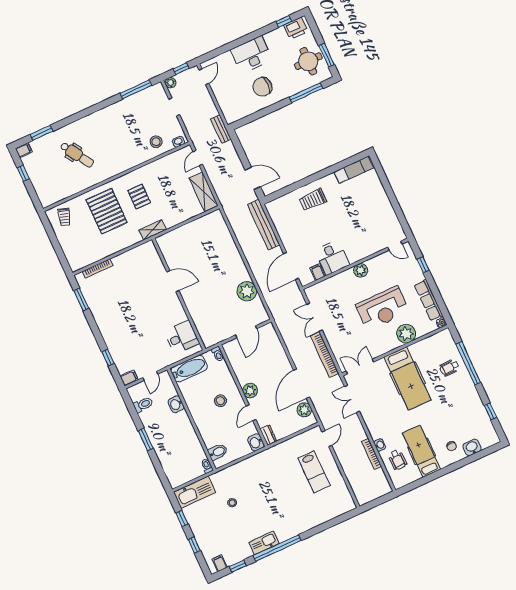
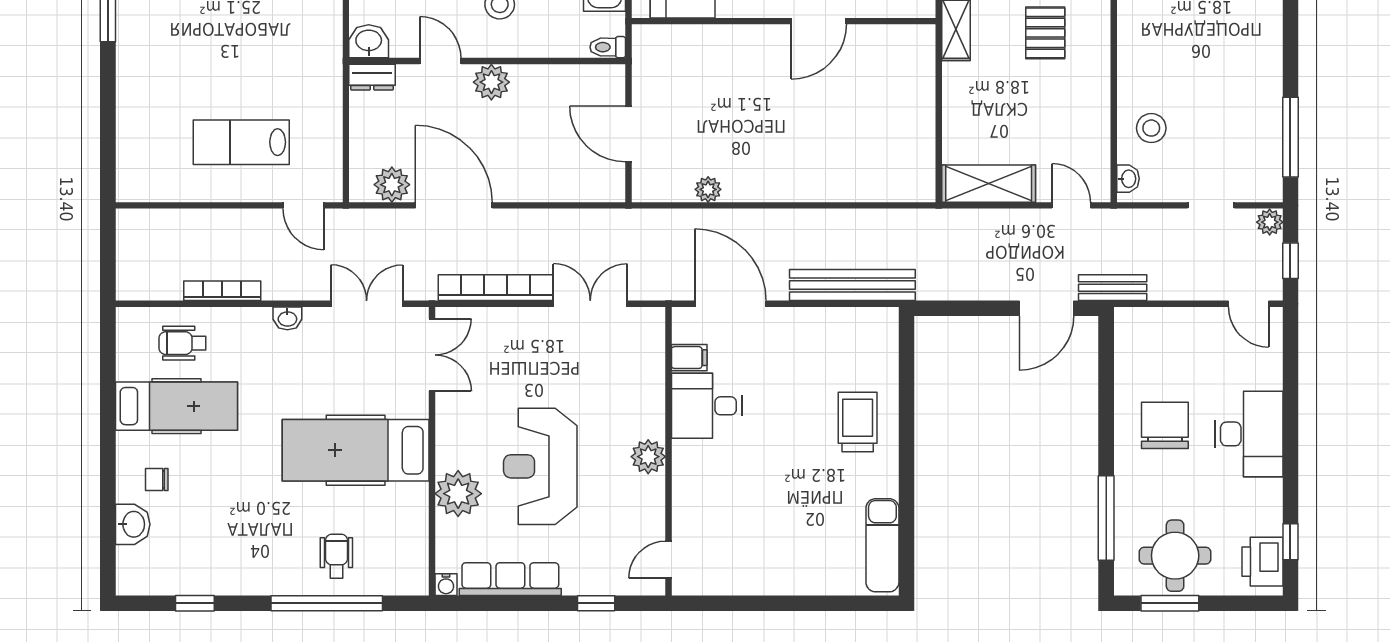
door: (253, 178) -> (1047, 308), moved
pallet: (139, 197) -> (1045, 33), turned 90
plant: (247, 291) -> (708, 189), width x0.53, depth x0.53
washbasin: (380, 445) -> (287, 318), moved

